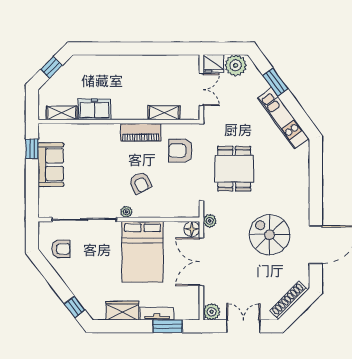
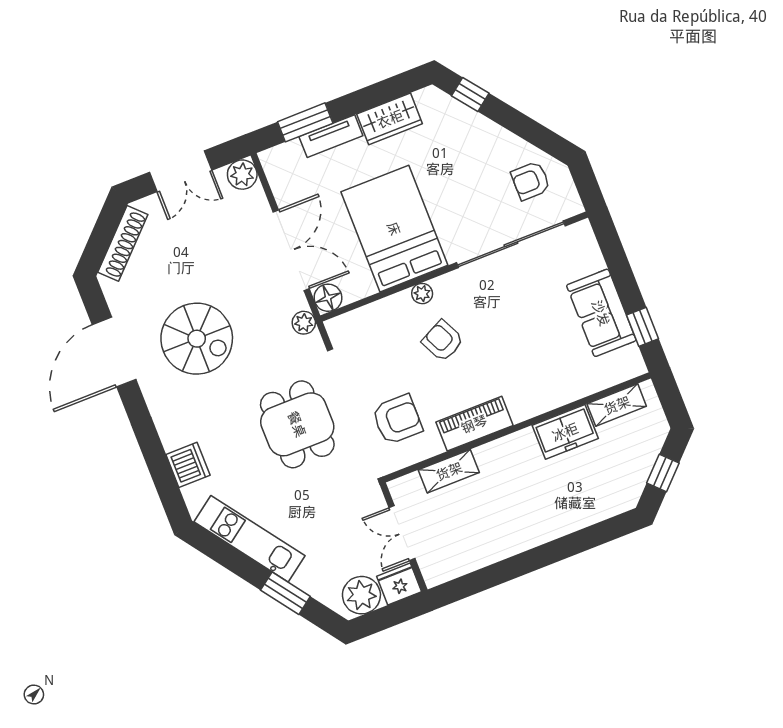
dishwasher: (300, 170) -> (188, 465), added
plant: (126, 212) -> (422, 294), moved

